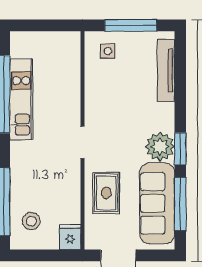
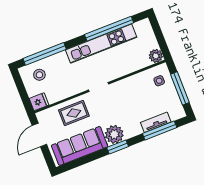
plant: (70, 42) -> (156, 56), added
tv unit: (166, 71) -> (156, 122), width x0.71
kitchen unit: (21, 99) -> (101, 44), width x1.36
window: (180, 204) -> (160, 131), moved

